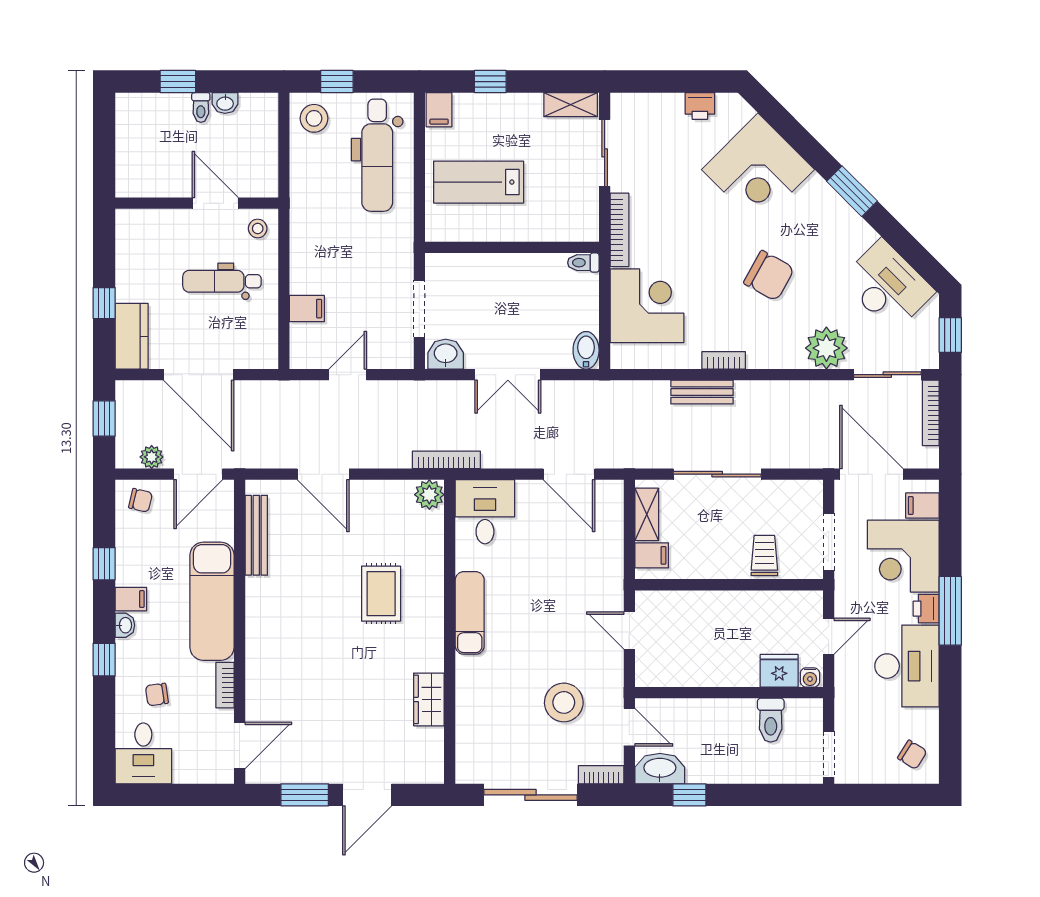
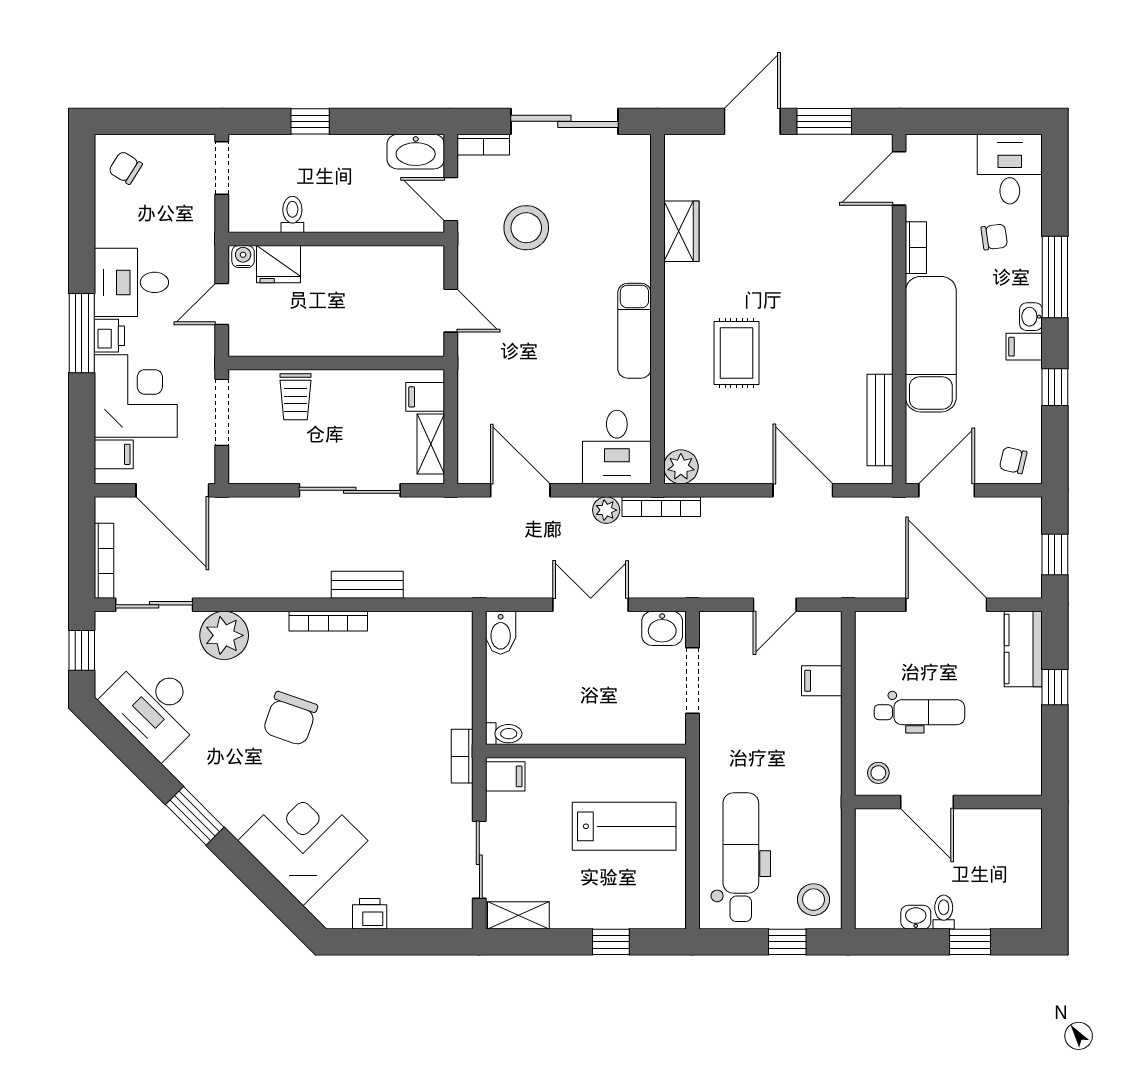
filing cabinet: (439, 110) -> (505, 776), moved, turned 90
bookcase: (619, 230) -> (462, 756), width x0.64
chair: (769, 276) -> (290, 719), turned -100
corner desk: (647, 306) -> (431, 684), removed
bookcase: (724, 360) -> (328, 621), width x1.56
plant: (152, 457) -> (606, 510), moved
window: (104, 660) -> (1055, 277), width x2.17
desk: (907, 666) -> (131, 282), width x0.73
toilet: (771, 720) -> (292, 214), width x0.73, depth x0.72
window: (689, 795) -> (310, 121), moved

